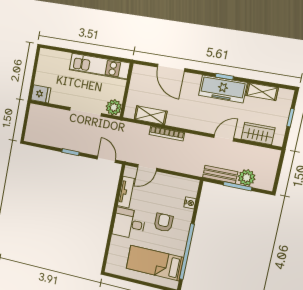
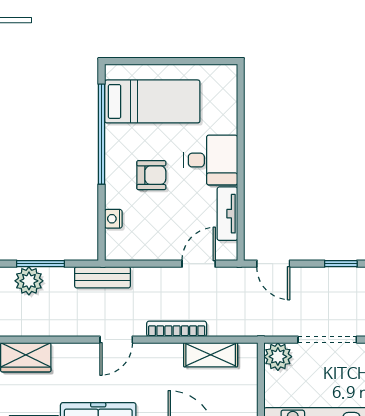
door: (224, 138) -> (116, 340), moved
bench: (220, 174) -> (103, 277), moved
armchair: (163, 223) -> (151, 175), turned -90

